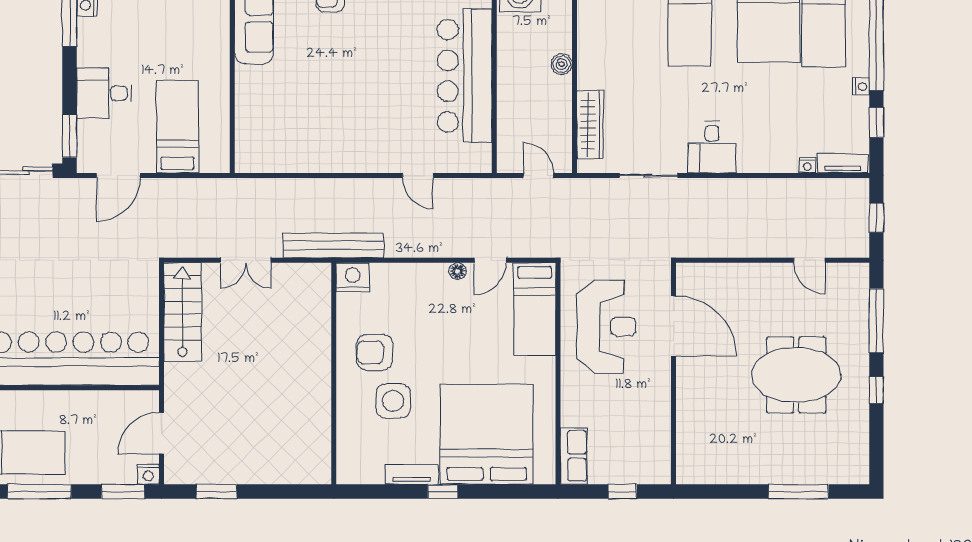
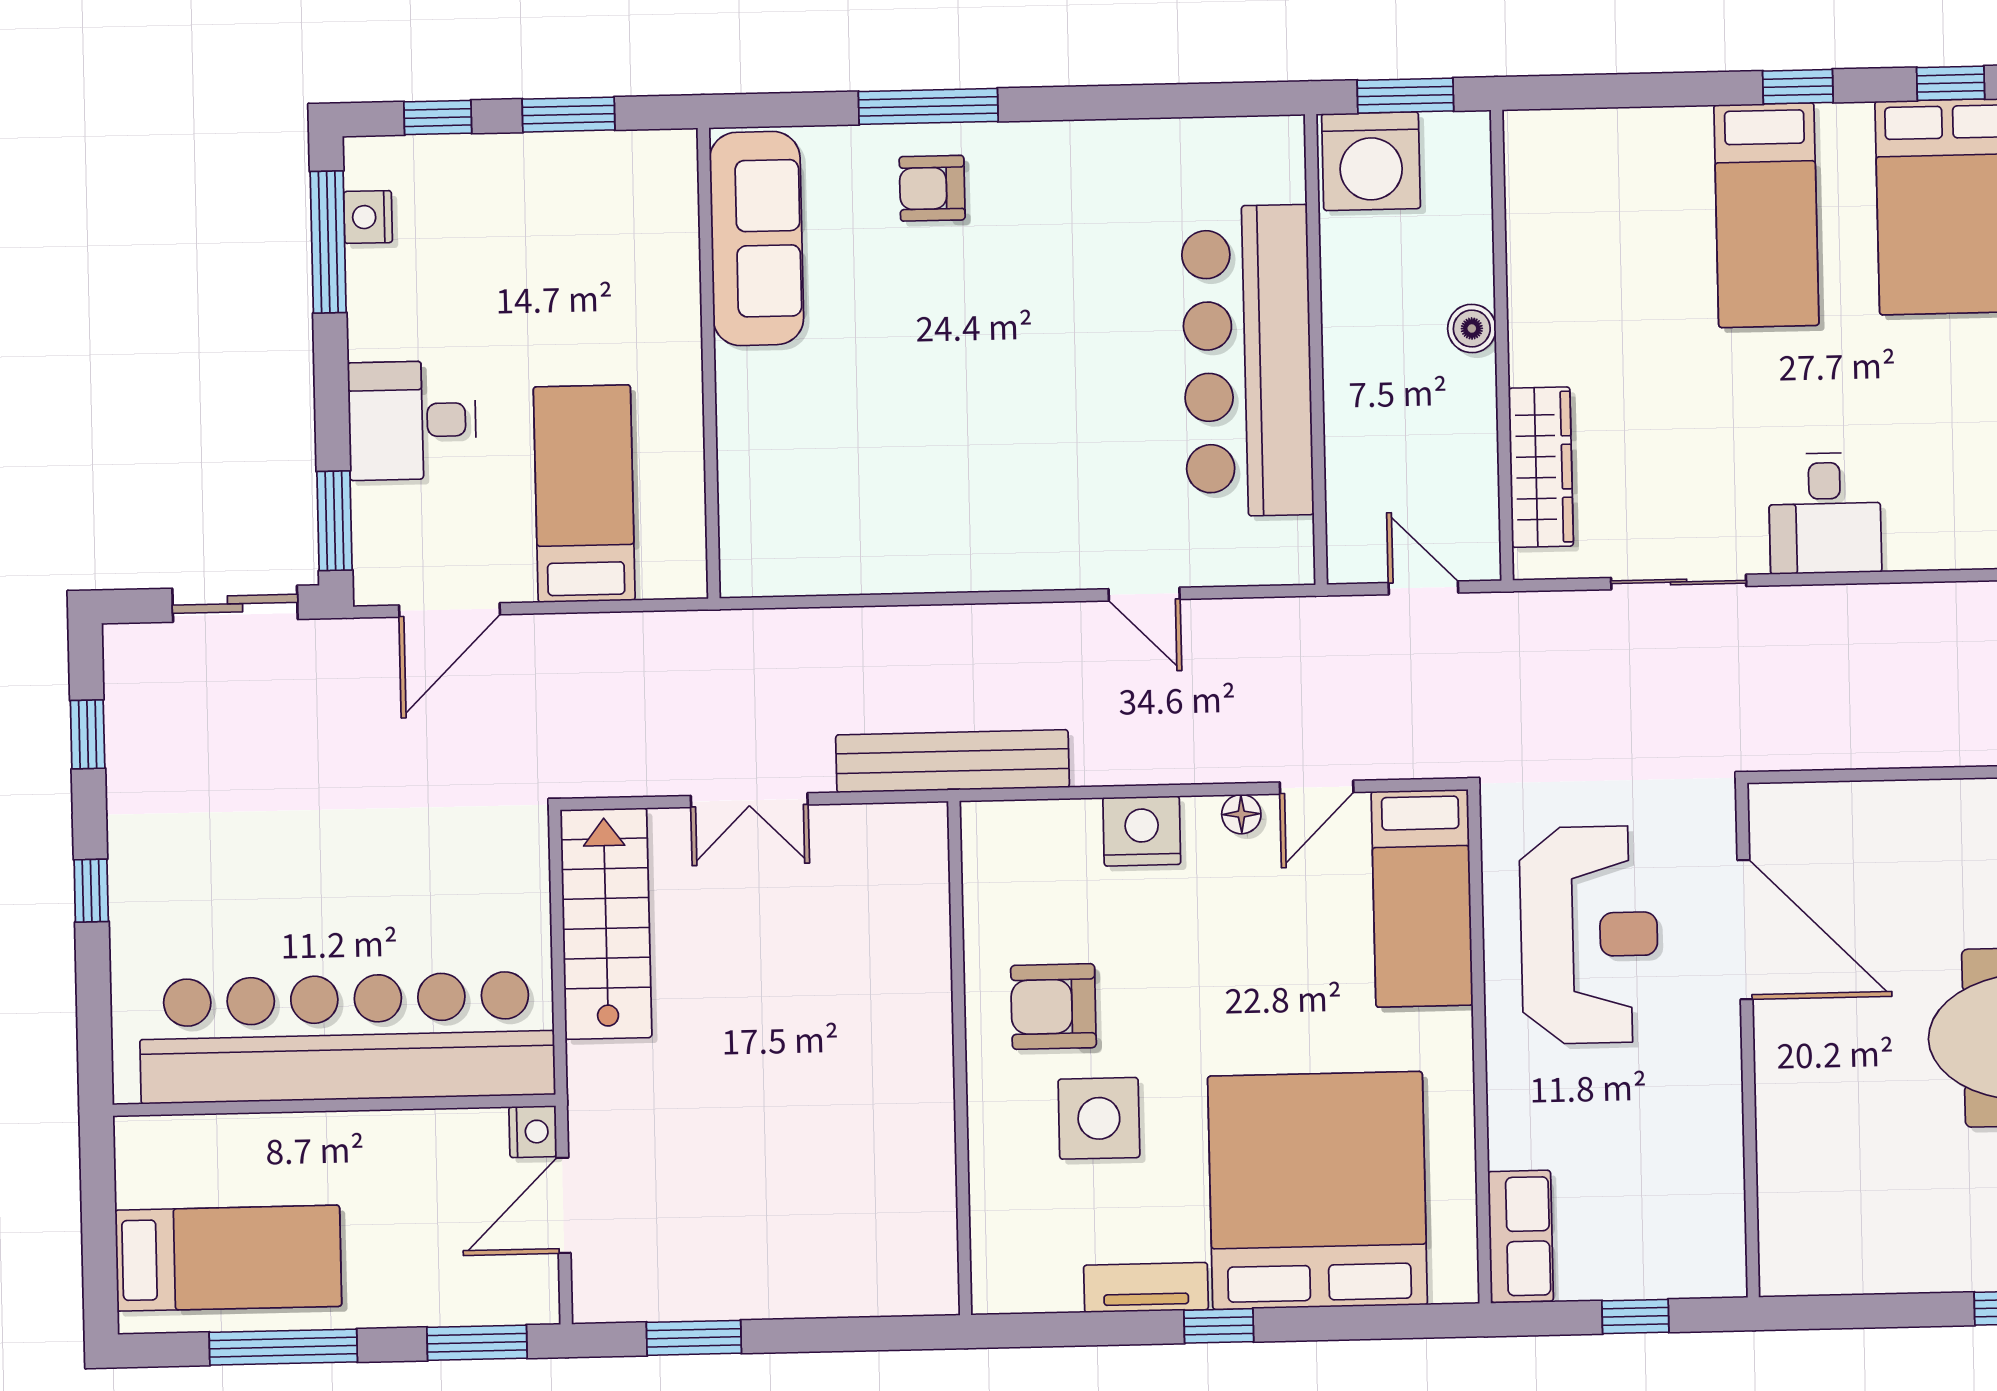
nightstand: (353, 277) -> (1142, 831), moved
nightstand: (148, 474) -> (533, 1132), moved, turned -90

